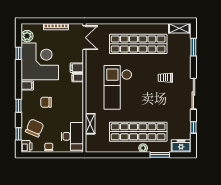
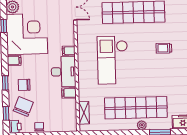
filing cabinet: (77, 68) -> (69, 93), moved
chair: (46, 102) -> (24, 85), moved
shelving: (90, 124) -> (84, 113), moved
desk: (72, 136) -> (63, 72), moved

